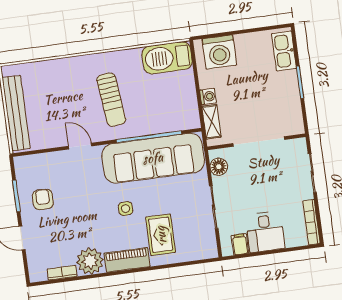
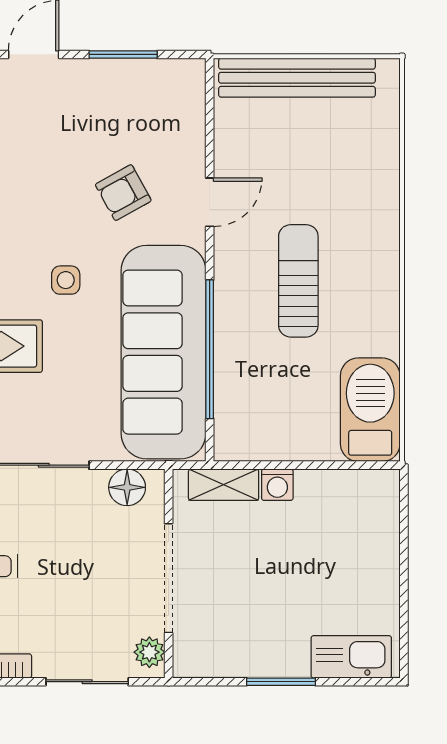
washing machine: (219, 52) -> (368, 521), removed
sun lounger: (111, 100) -> (298, 281), turned 96
plant: (295, 146) -> (149, 652), added
armchair: (43, 199) -> (123, 193), moved, turned 151

